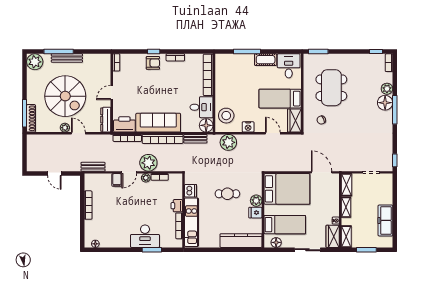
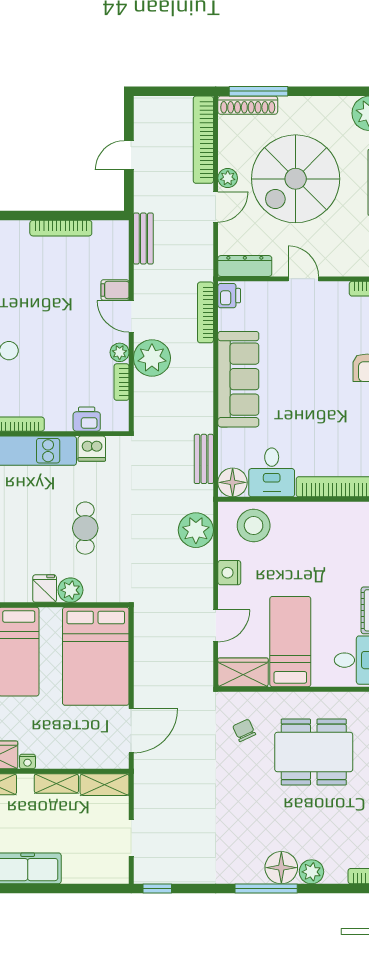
printer: (124, 124) -> (229, 296), width x0.53, depth x0.68
bookcase: (163, 139) -> (203, 140), moved
printer: (177, 206) -> (87, 419), moved

